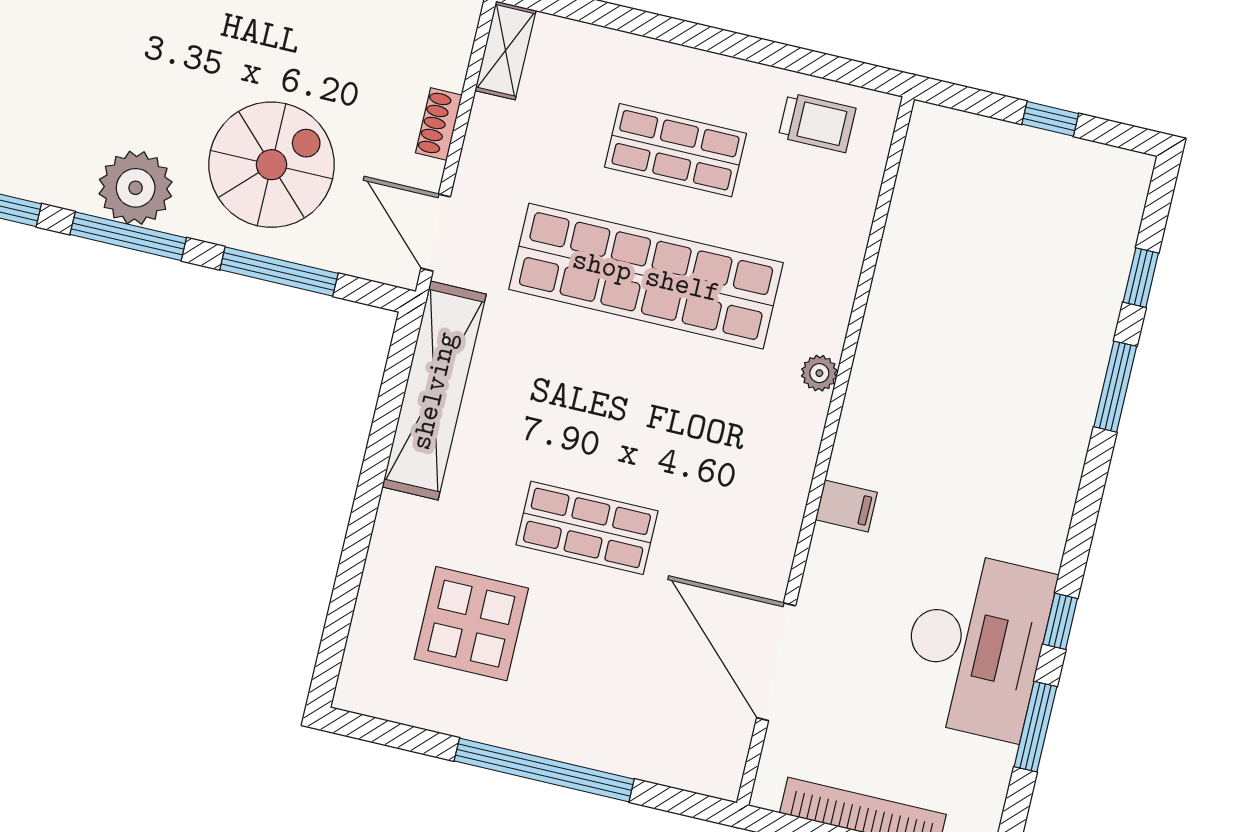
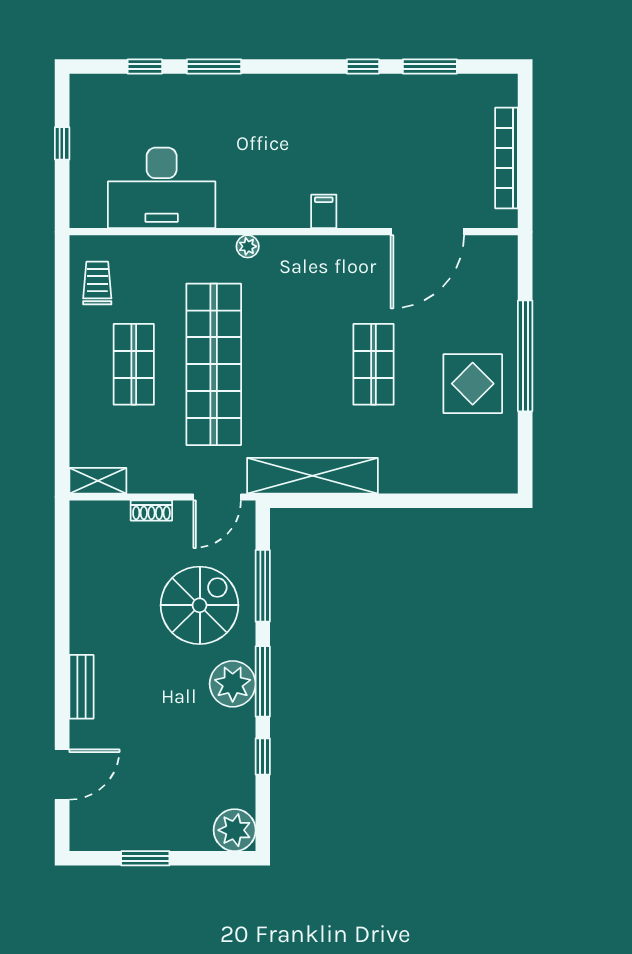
spiral stairs: (271, 165) -> (200, 605), turned 90
display table: (471, 624) -> (473, 384), moved
desk: (976, 645) -> (162, 188), moved, turned 180

